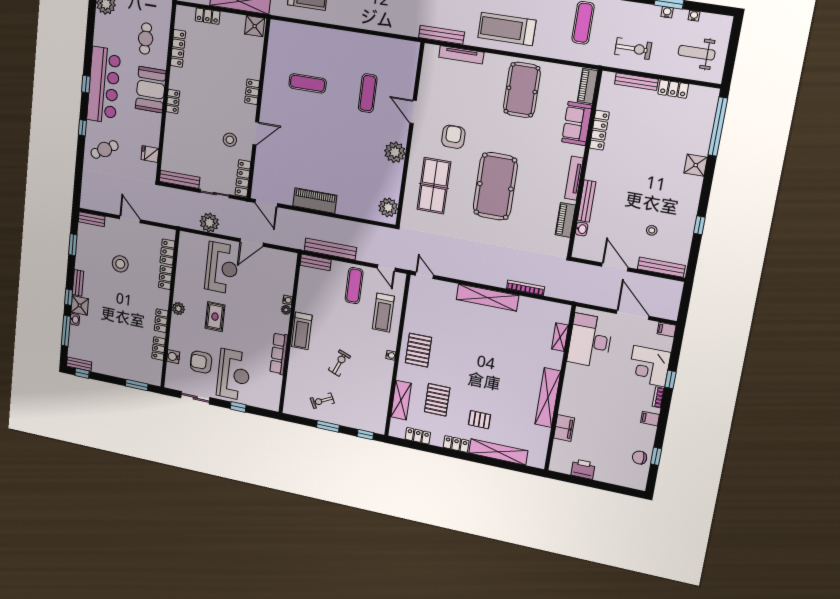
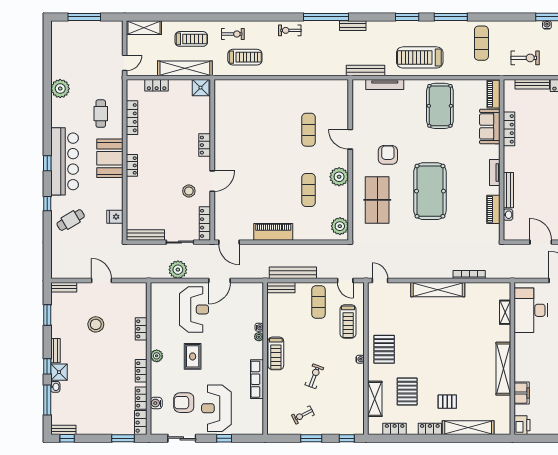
exercise mat: (308, 83) -> (309, 190), moved, turned 90
tv unit: (574, 178) -> (495, 173), width x0.71
locker: (167, 252) -> (141, 423), moved
reception desk: (234, 375) -> (216, 408), turned 180
printer: (583, 469) -> (522, 425), moved, turned 90

